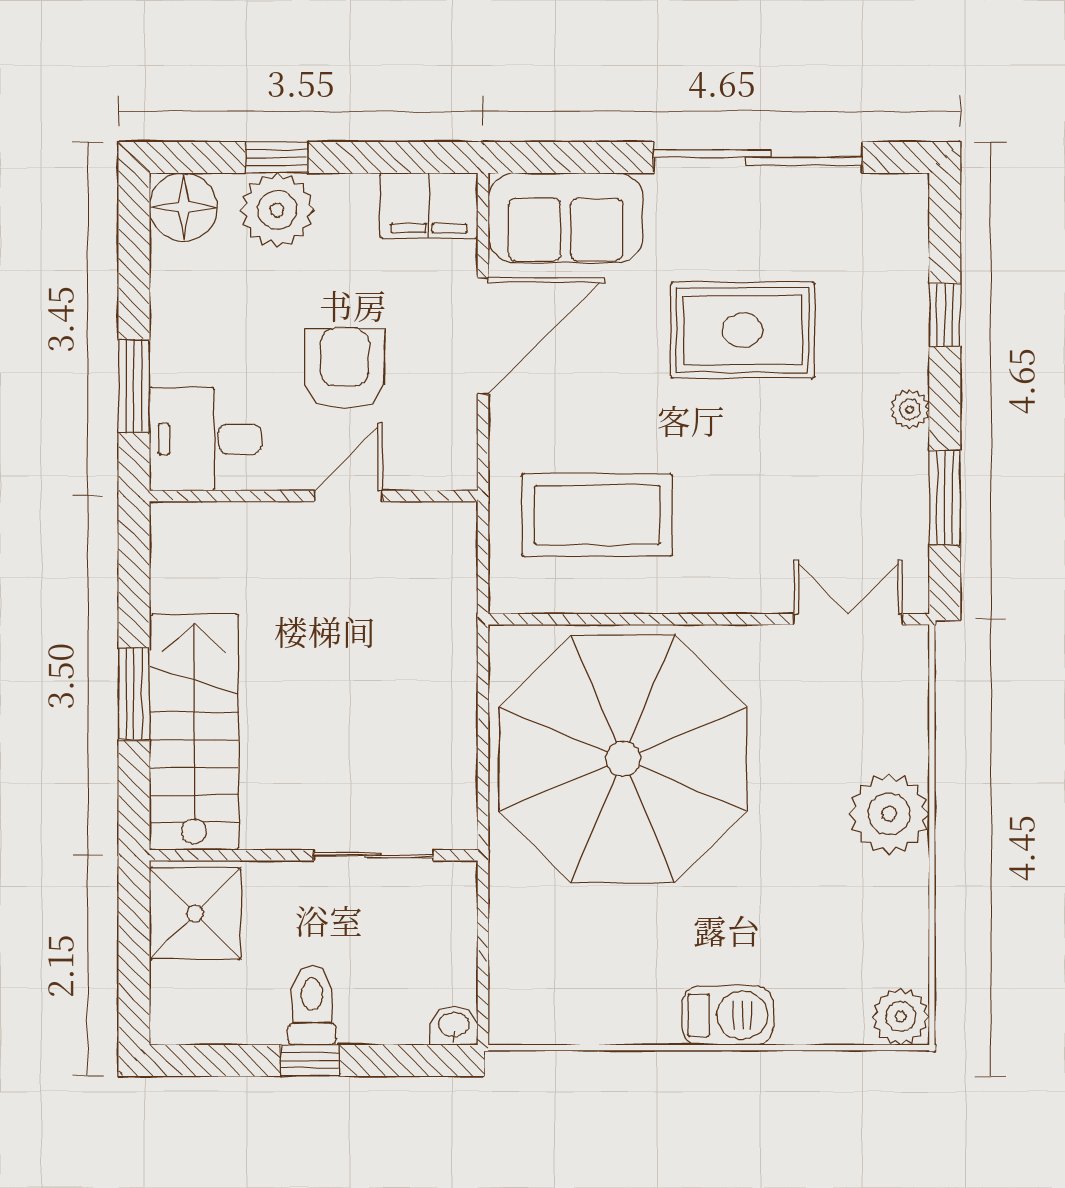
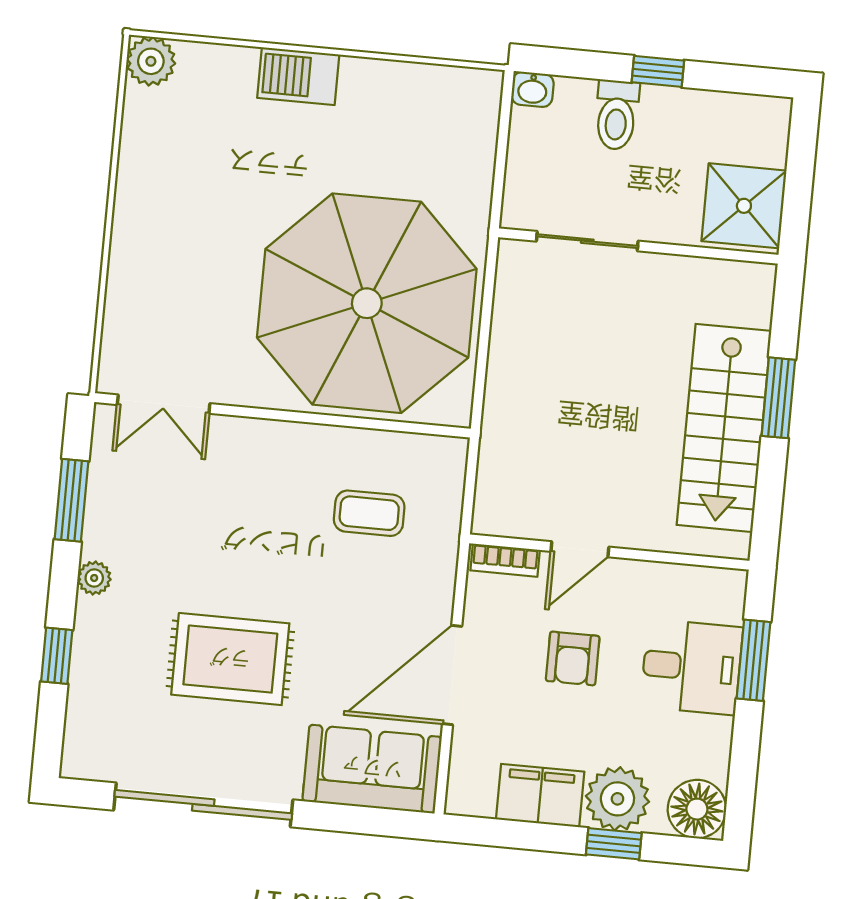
filing cabinet: (429, 205) -> (540, 796), moved
armchair: (345, 368) -> (573, 658), width x0.72, depth x0.72
desk: (205, 439) -> (692, 667), moved
bookcase: (434, 475) -> (505, 560), added
coffee table: (597, 515) -> (369, 513), width x0.54, depth x0.58
stairs: (194, 732) -> (724, 428), moved
plant: (889, 814) -> (144, 235), removed
toilet: (312, 1005) -> (617, 115), moved

